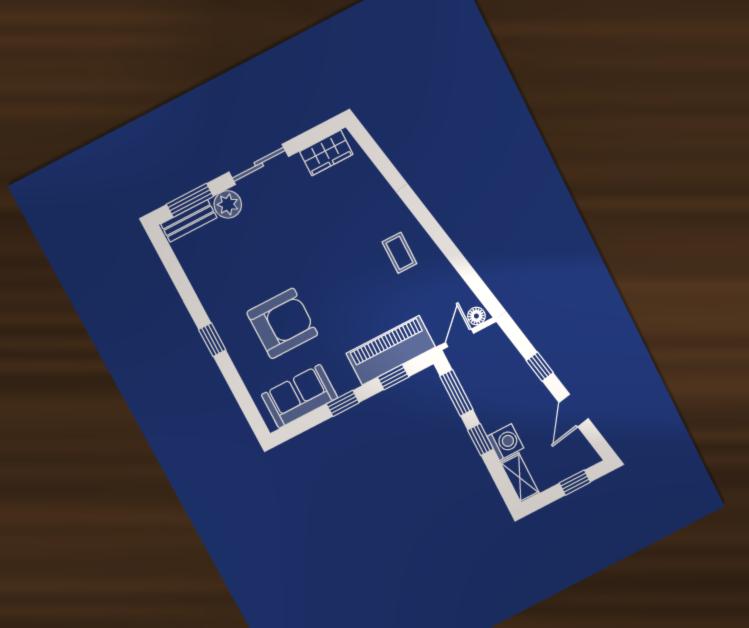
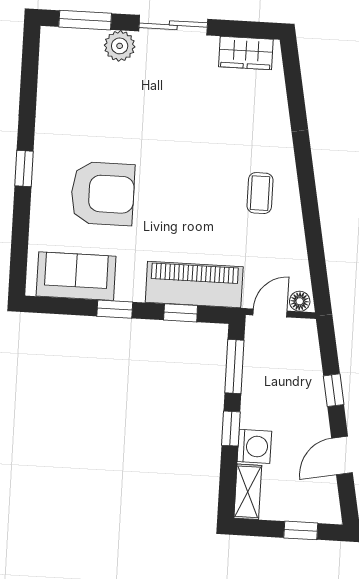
bench: (189, 221) -> (72, 39), removed

